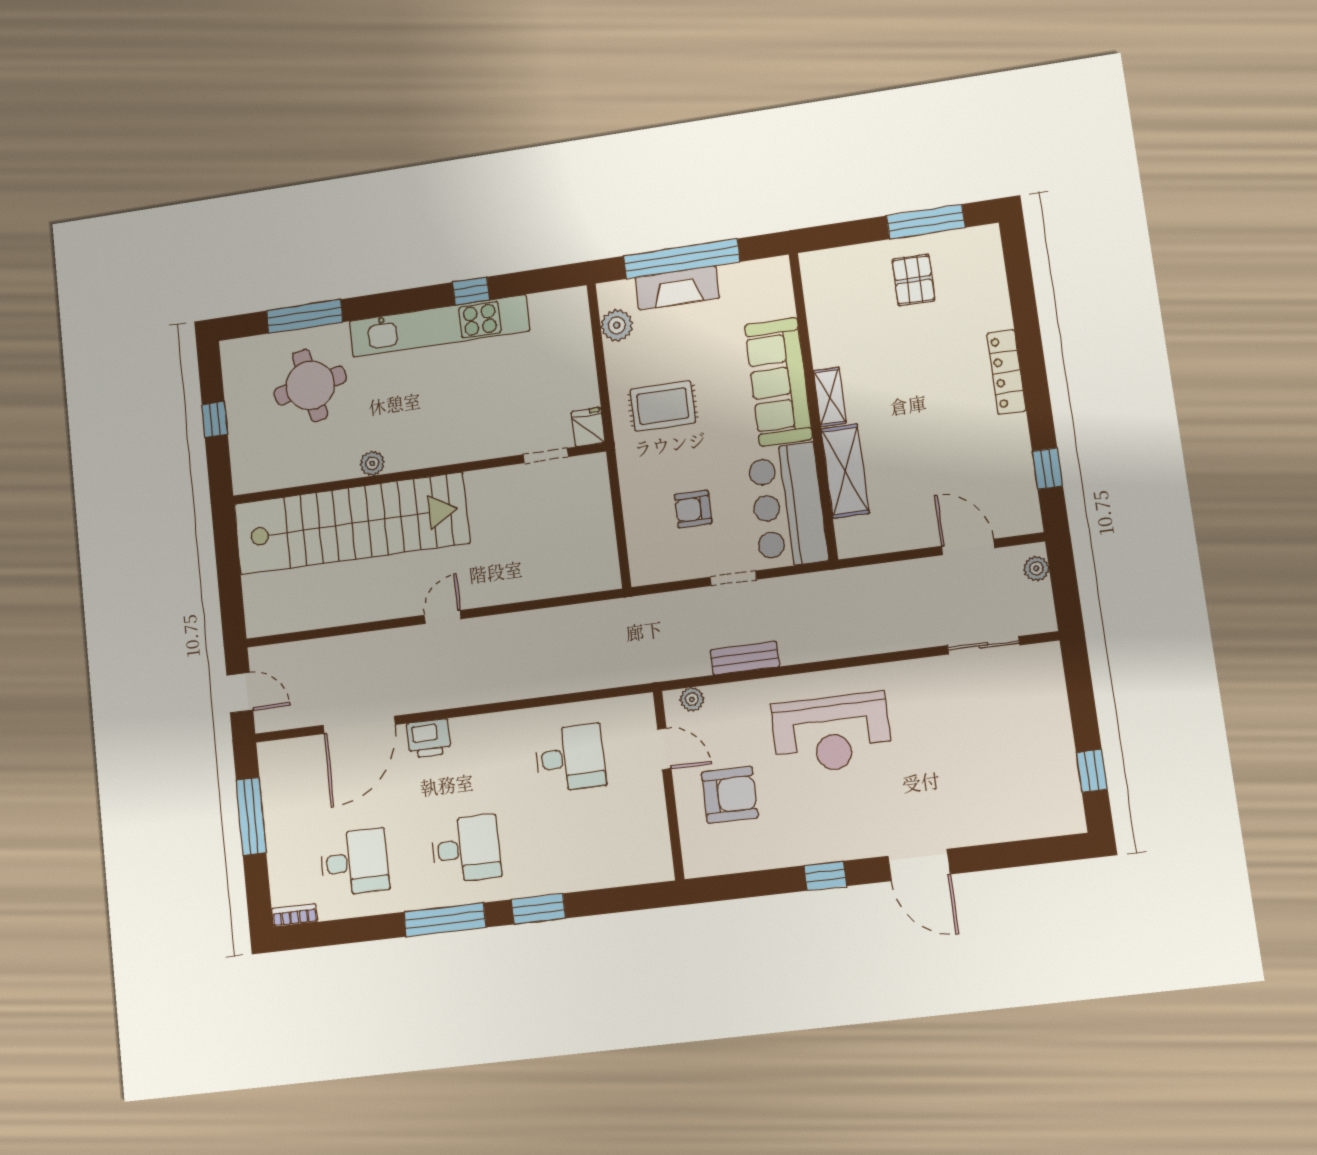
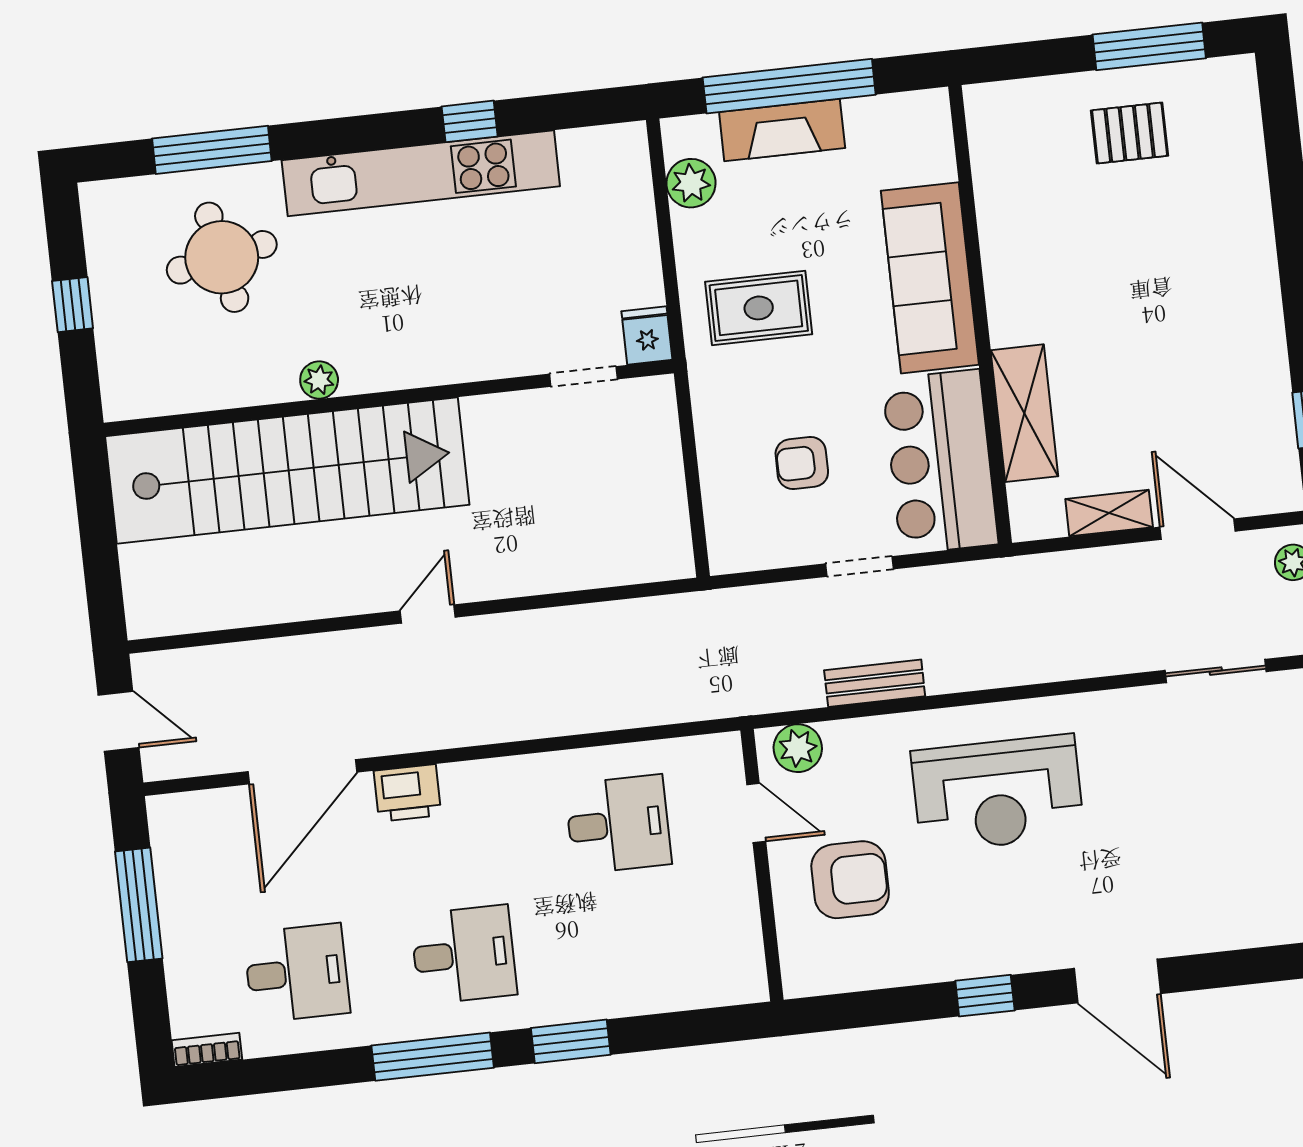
pallet: (913, 280) -> (1130, 133), turned 90
locker: (1006, 372) -> (1259, 275), removed
shelving: (830, 397) -> (1109, 513), moved, turned 90
plant: (692, 699) -> (798, 748), width x1.38, depth x1.38

